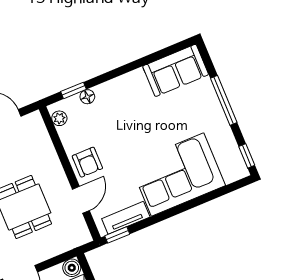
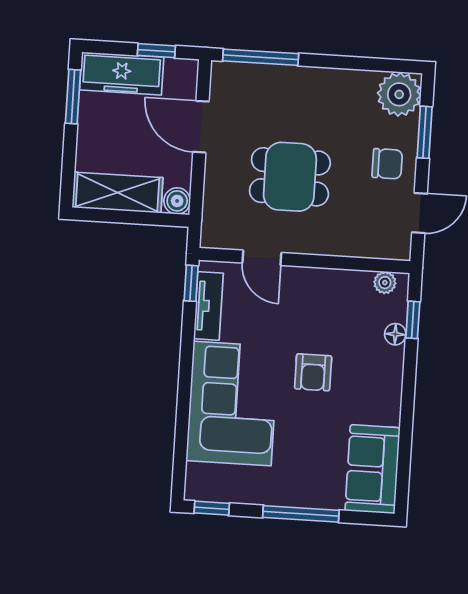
armchair: (87, 162) -> (313, 372), moved, turned -90

